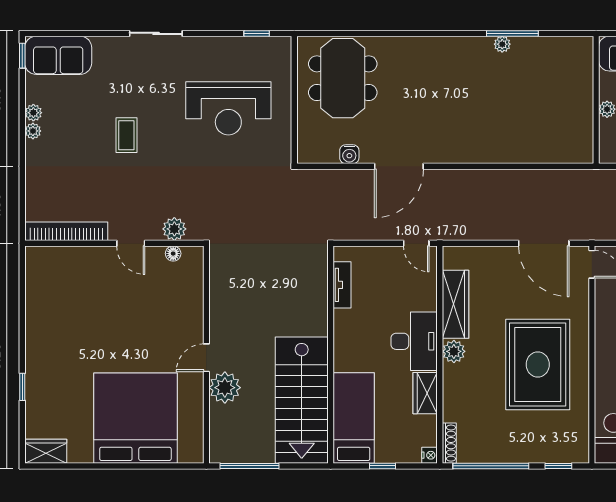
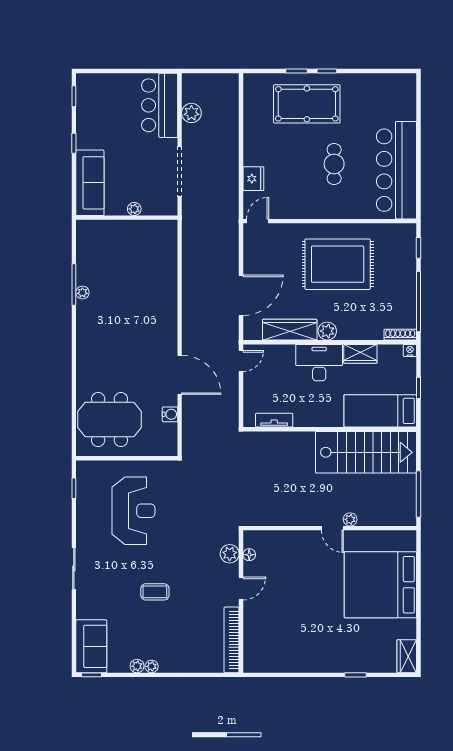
door: (544, 243) -> (241, 295), moved
plant: (225, 388) -> (350, 519), width x0.53, depth x0.53

